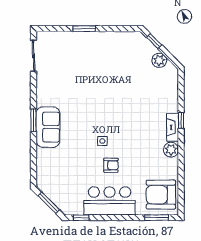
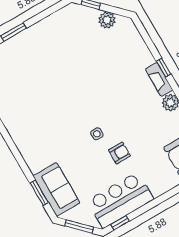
window: (34, 120) -> (39, 193), moved
sofa: (48, 127) -> (56, 189), moved
bar counter: (110, 201) -> (120, 200), moved

